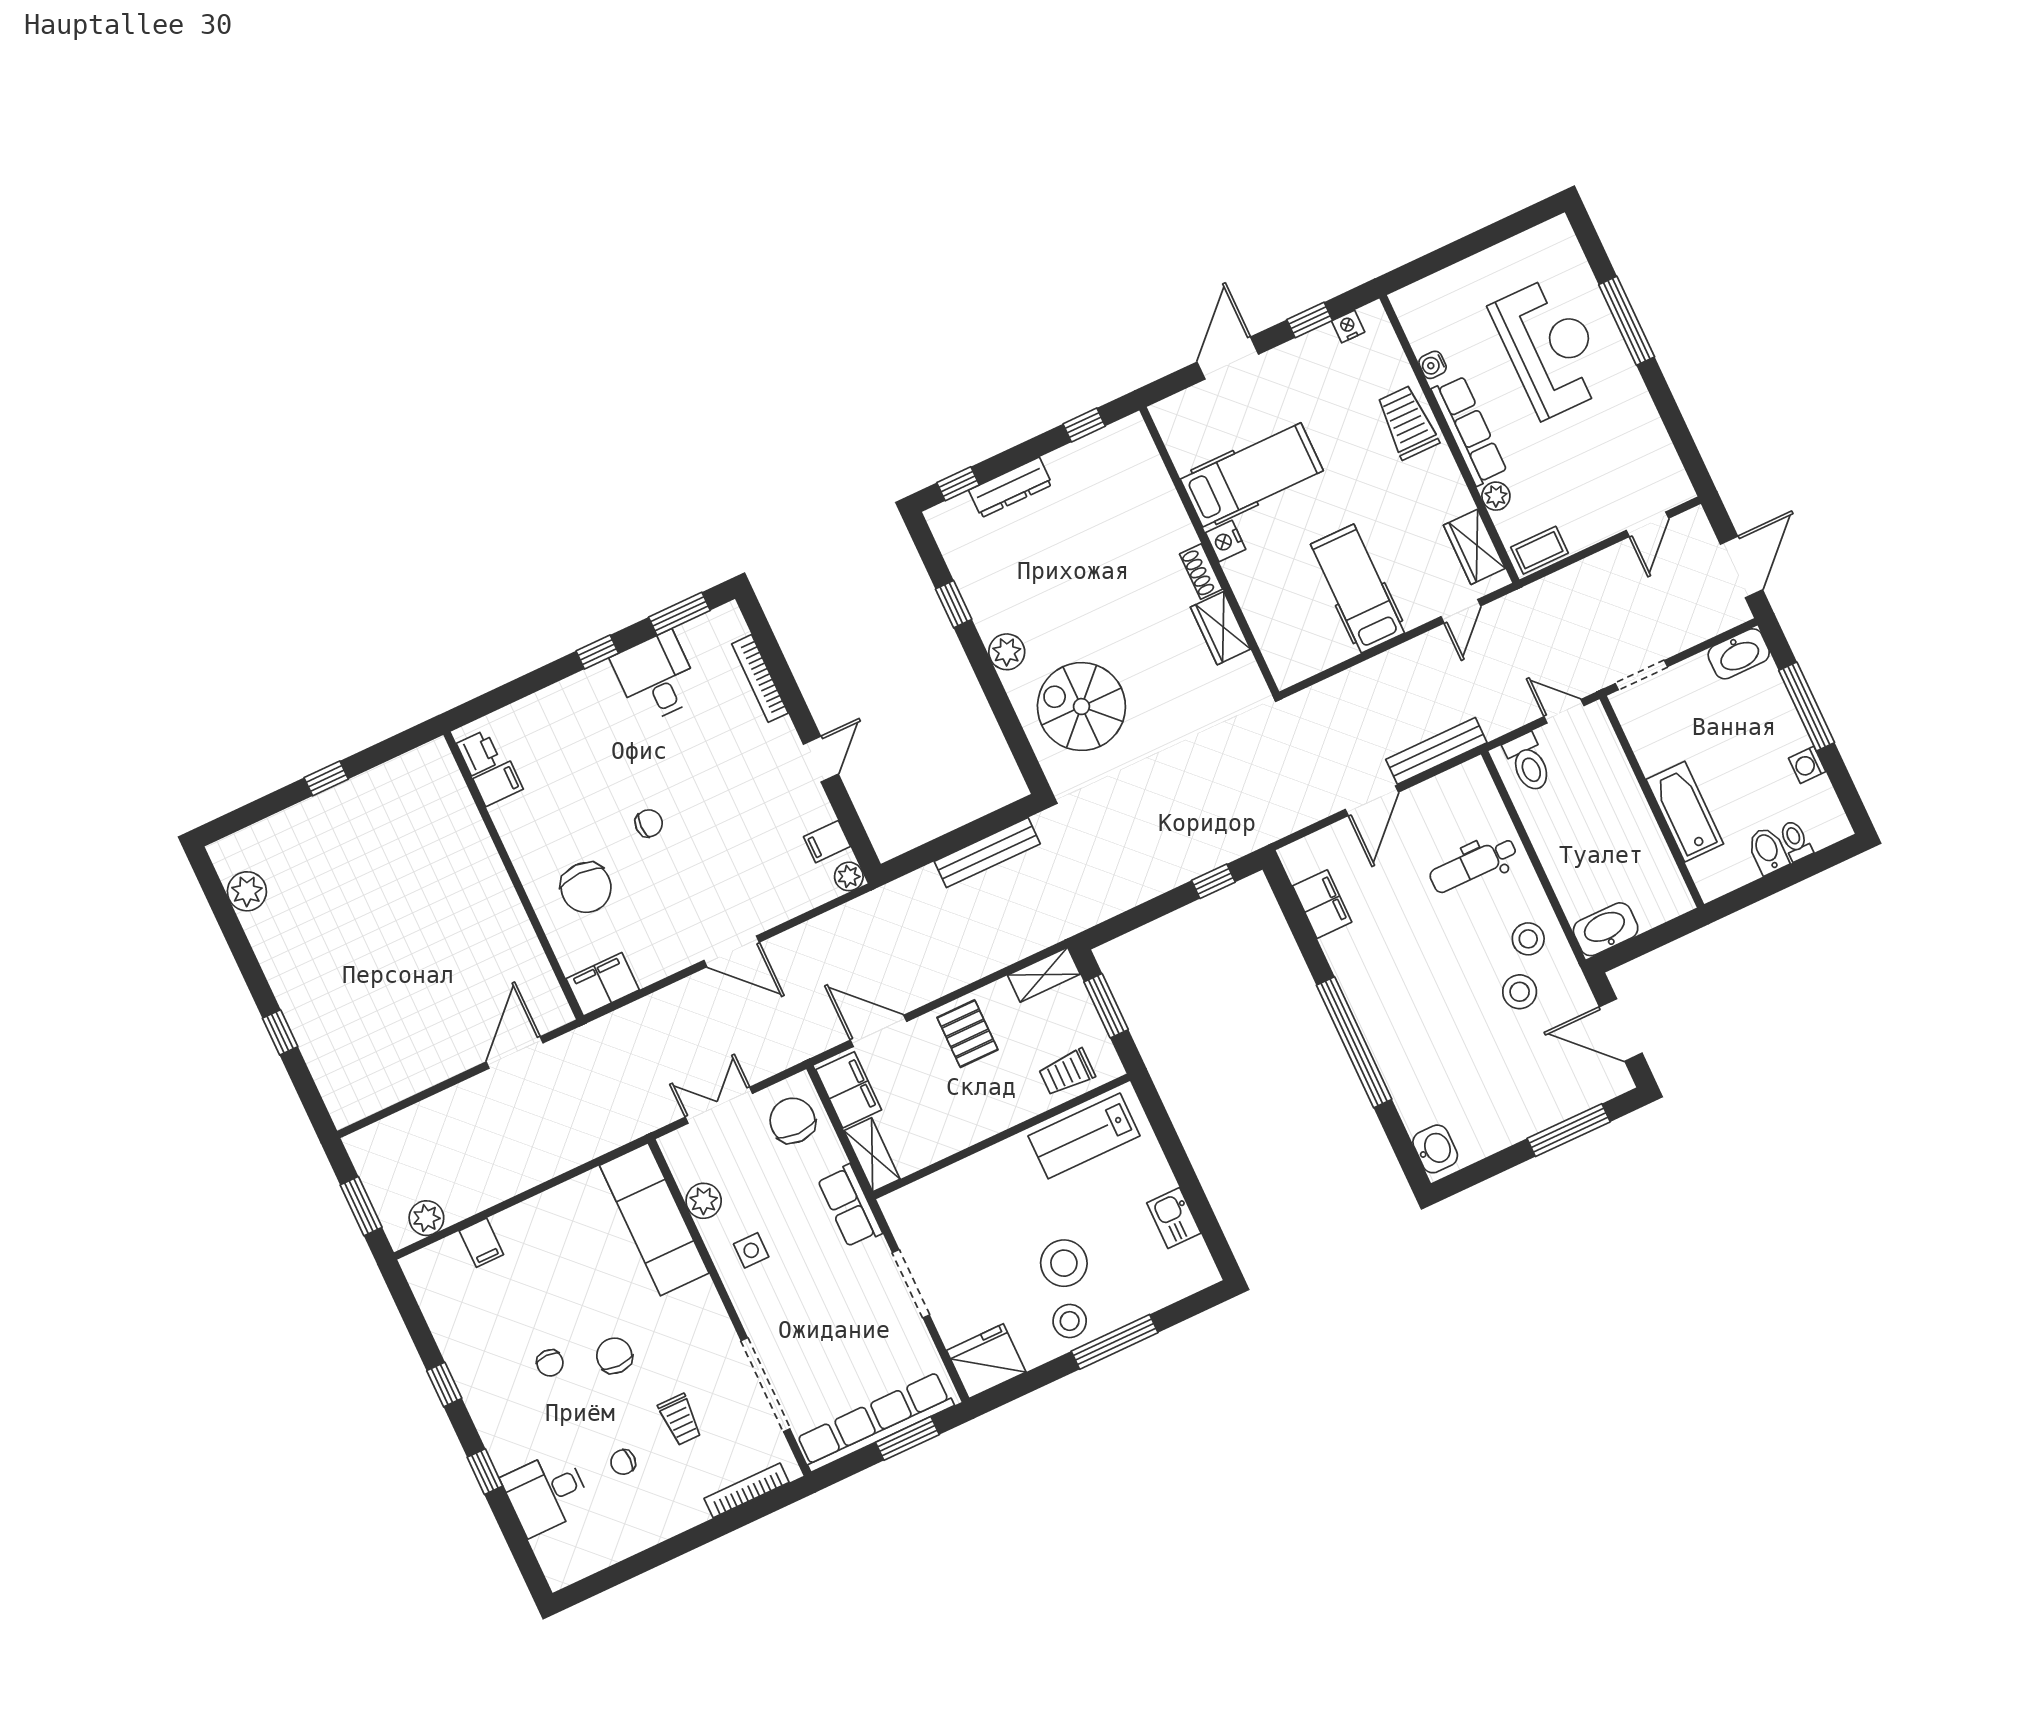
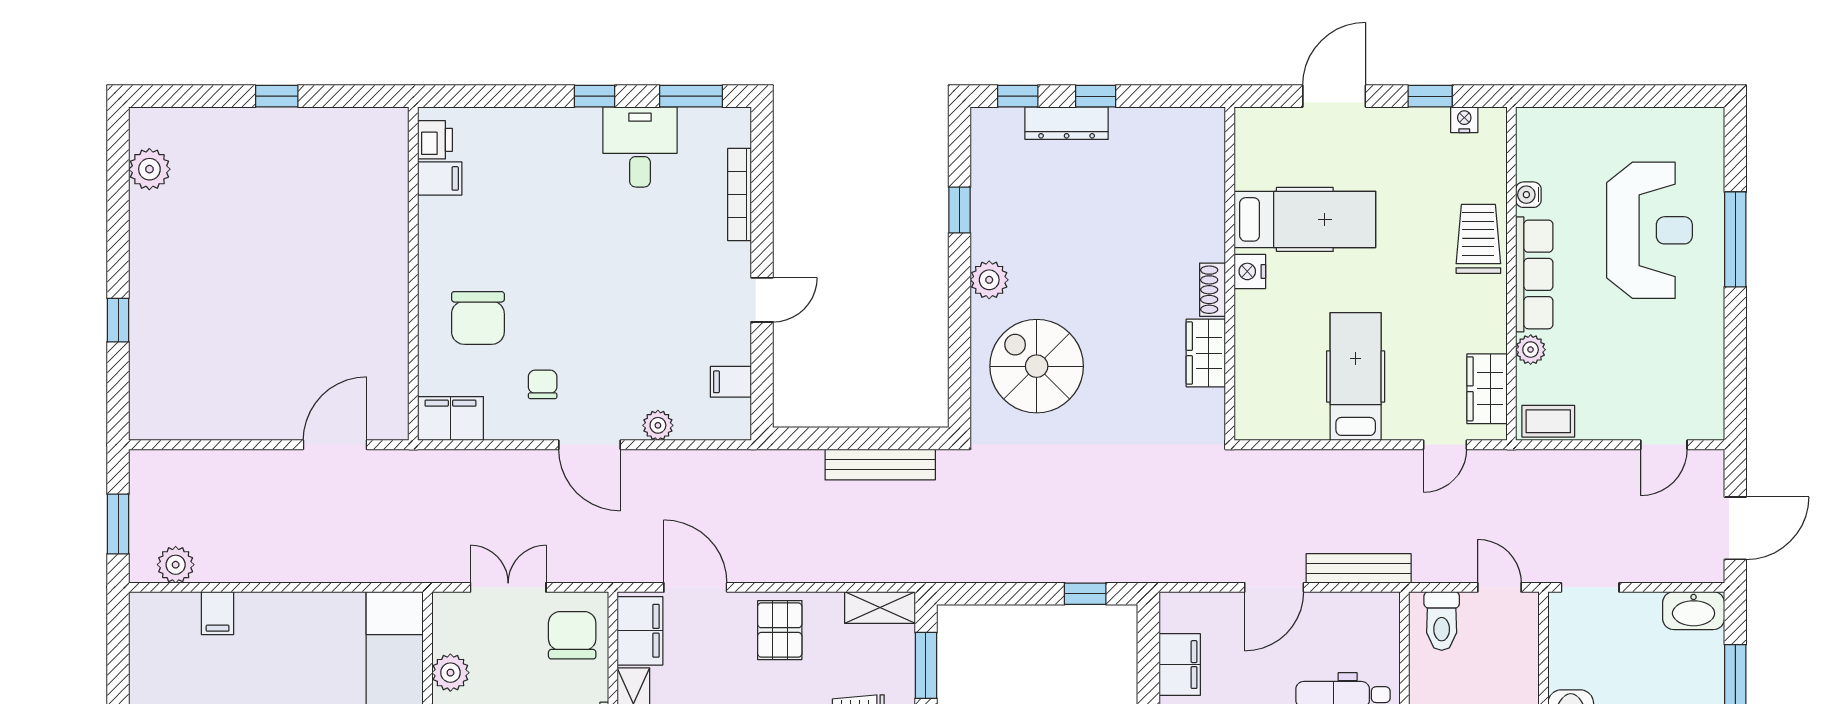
window: (1084, 425) -> (1096, 96), moved
chair: (649, 823) -> (543, 384), moved, turned -90
plant: (849, 876) -> (658, 425), moved

